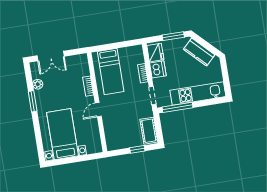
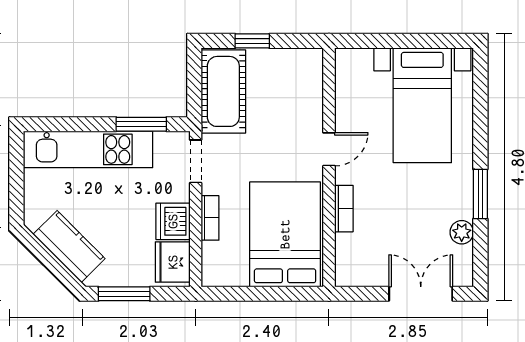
bed: (111, 71) -> (285, 234), width x1.50
window: (177, 107) -> (141, 124), width x0.69
cot: (149, 131) -> (223, 91), width x1.37, depth x1.34

